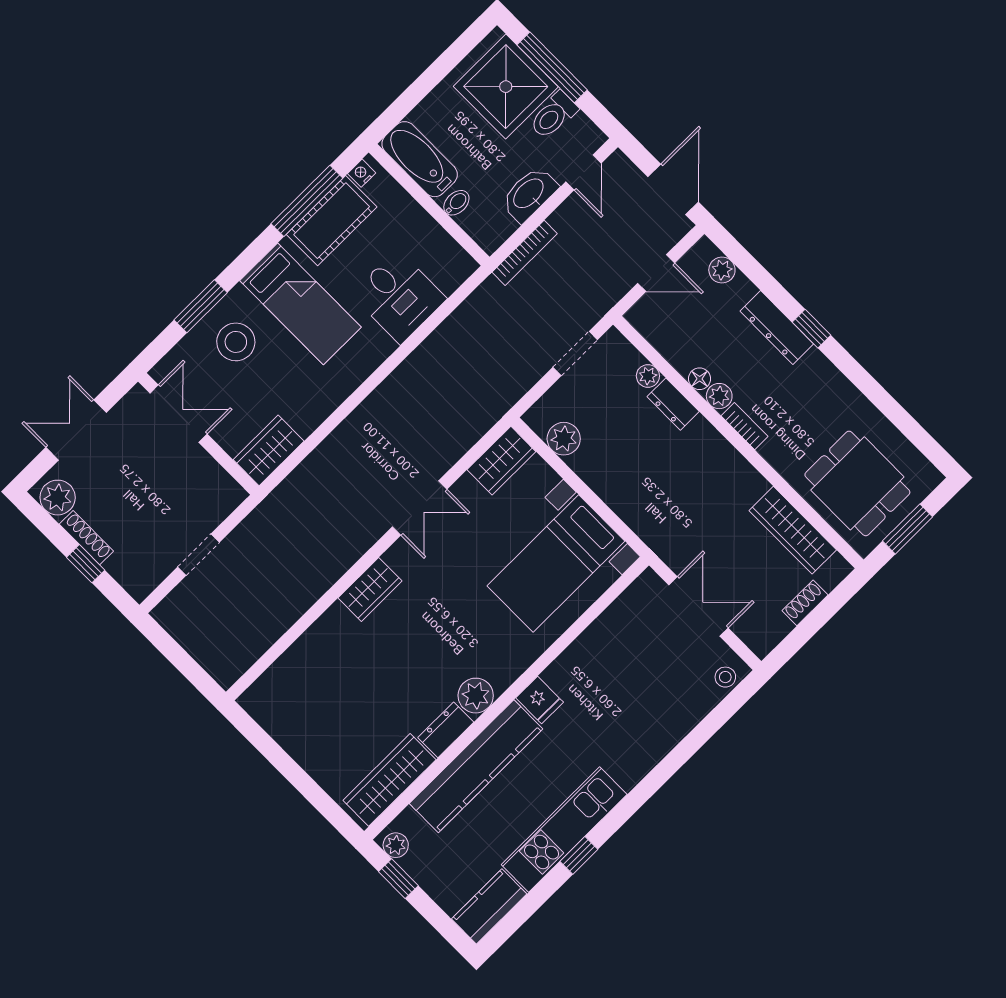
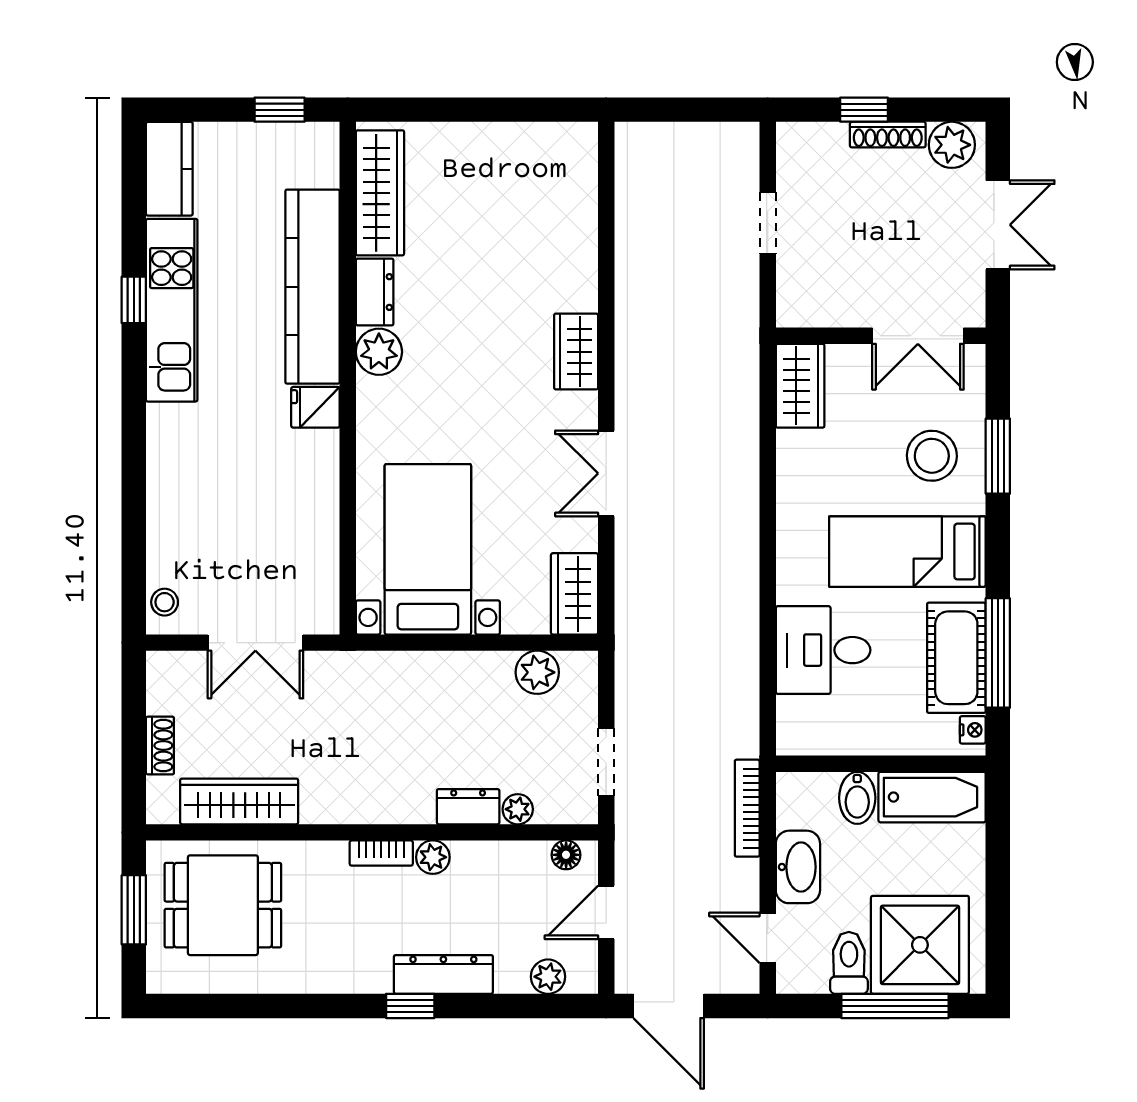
bidet: (456, 203) -> (857, 798), width x1.38, depth x1.36
floor lamp: (700, 379) -> (566, 855), moved
plant: (396, 845) -> (313, 138), removed

